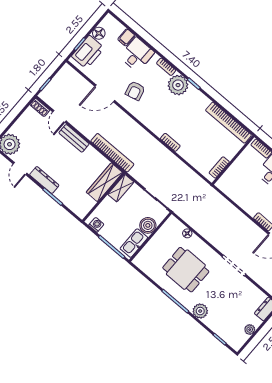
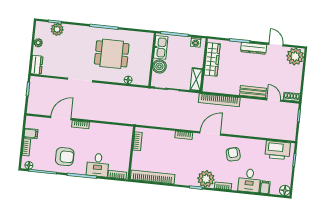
floor lamp: (99, 33) -> (285, 190), moved
printer: (88, 52) -> (278, 150), moved, turned -90
door: (105, 93) -> (210, 133), moved
wardrobe: (105, 182) -> (212, 59), moved
plant: (200, 311) -> (57, 29), moved

